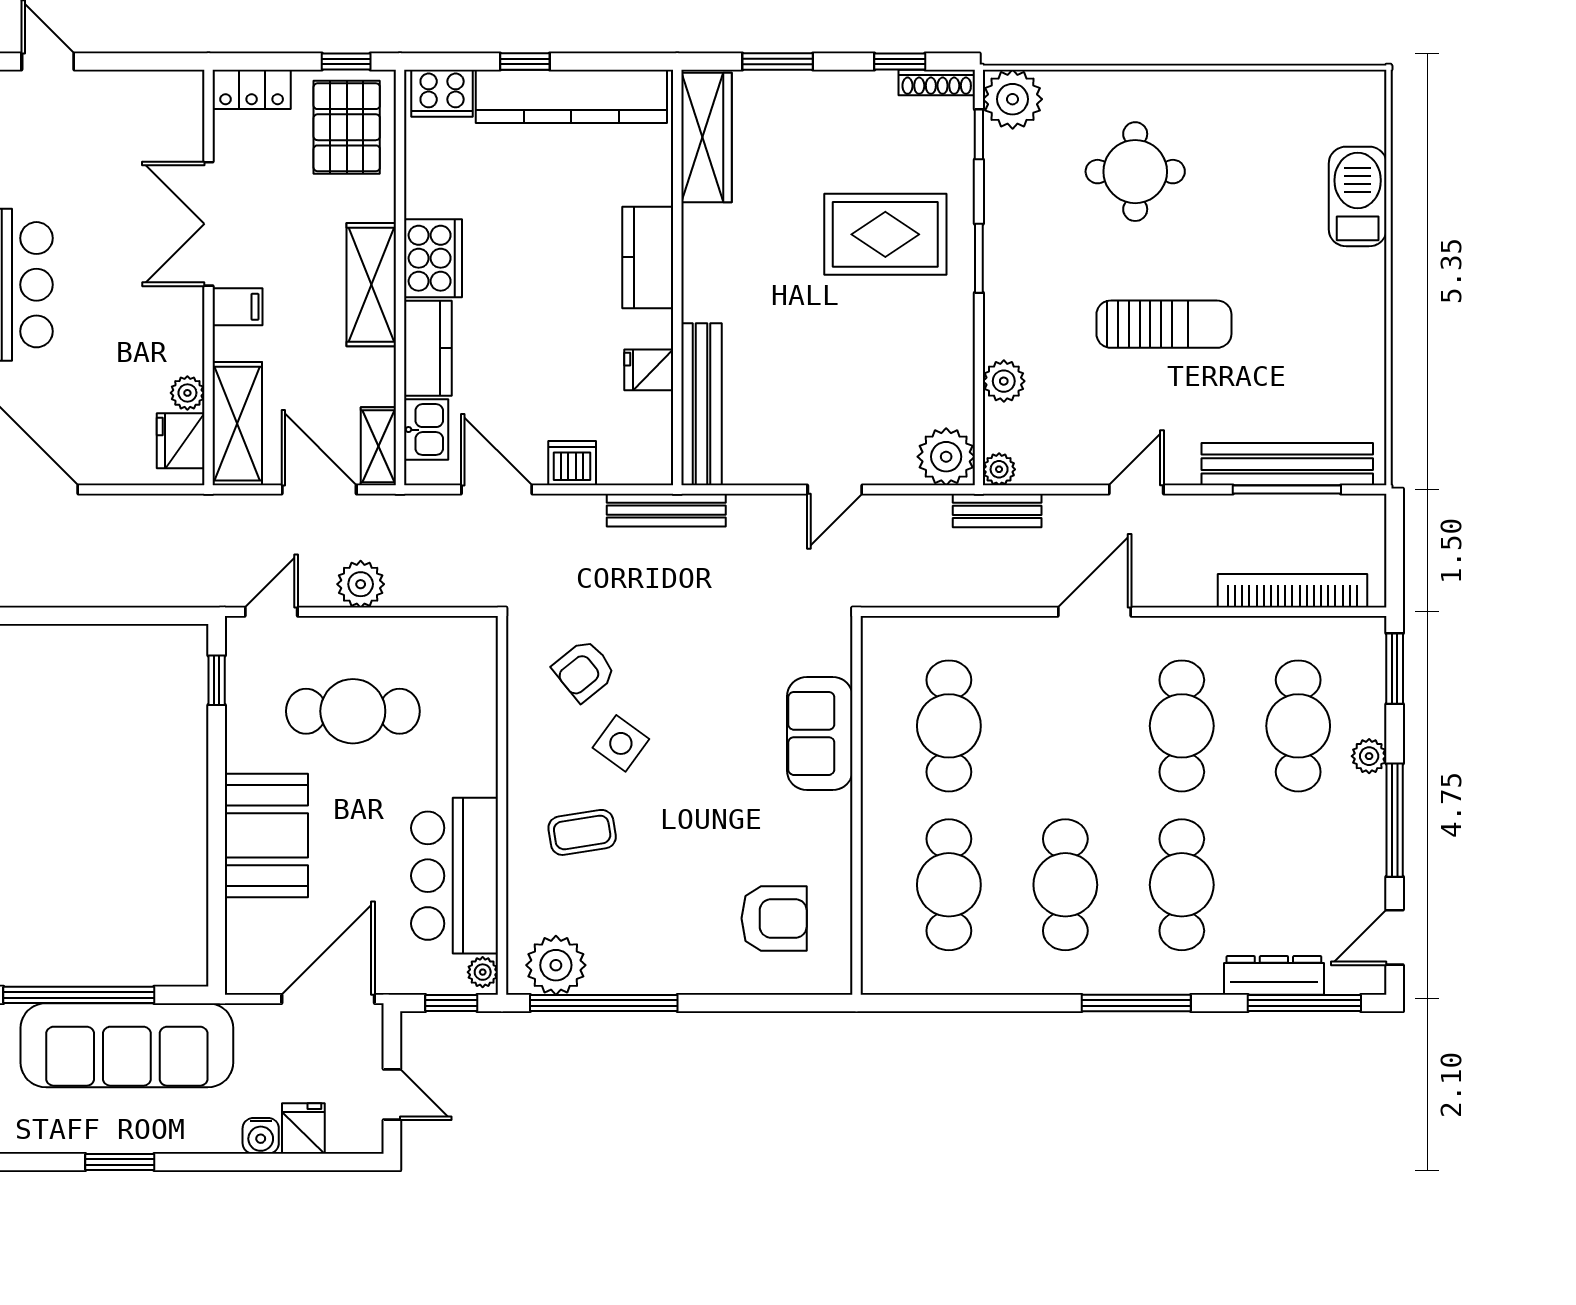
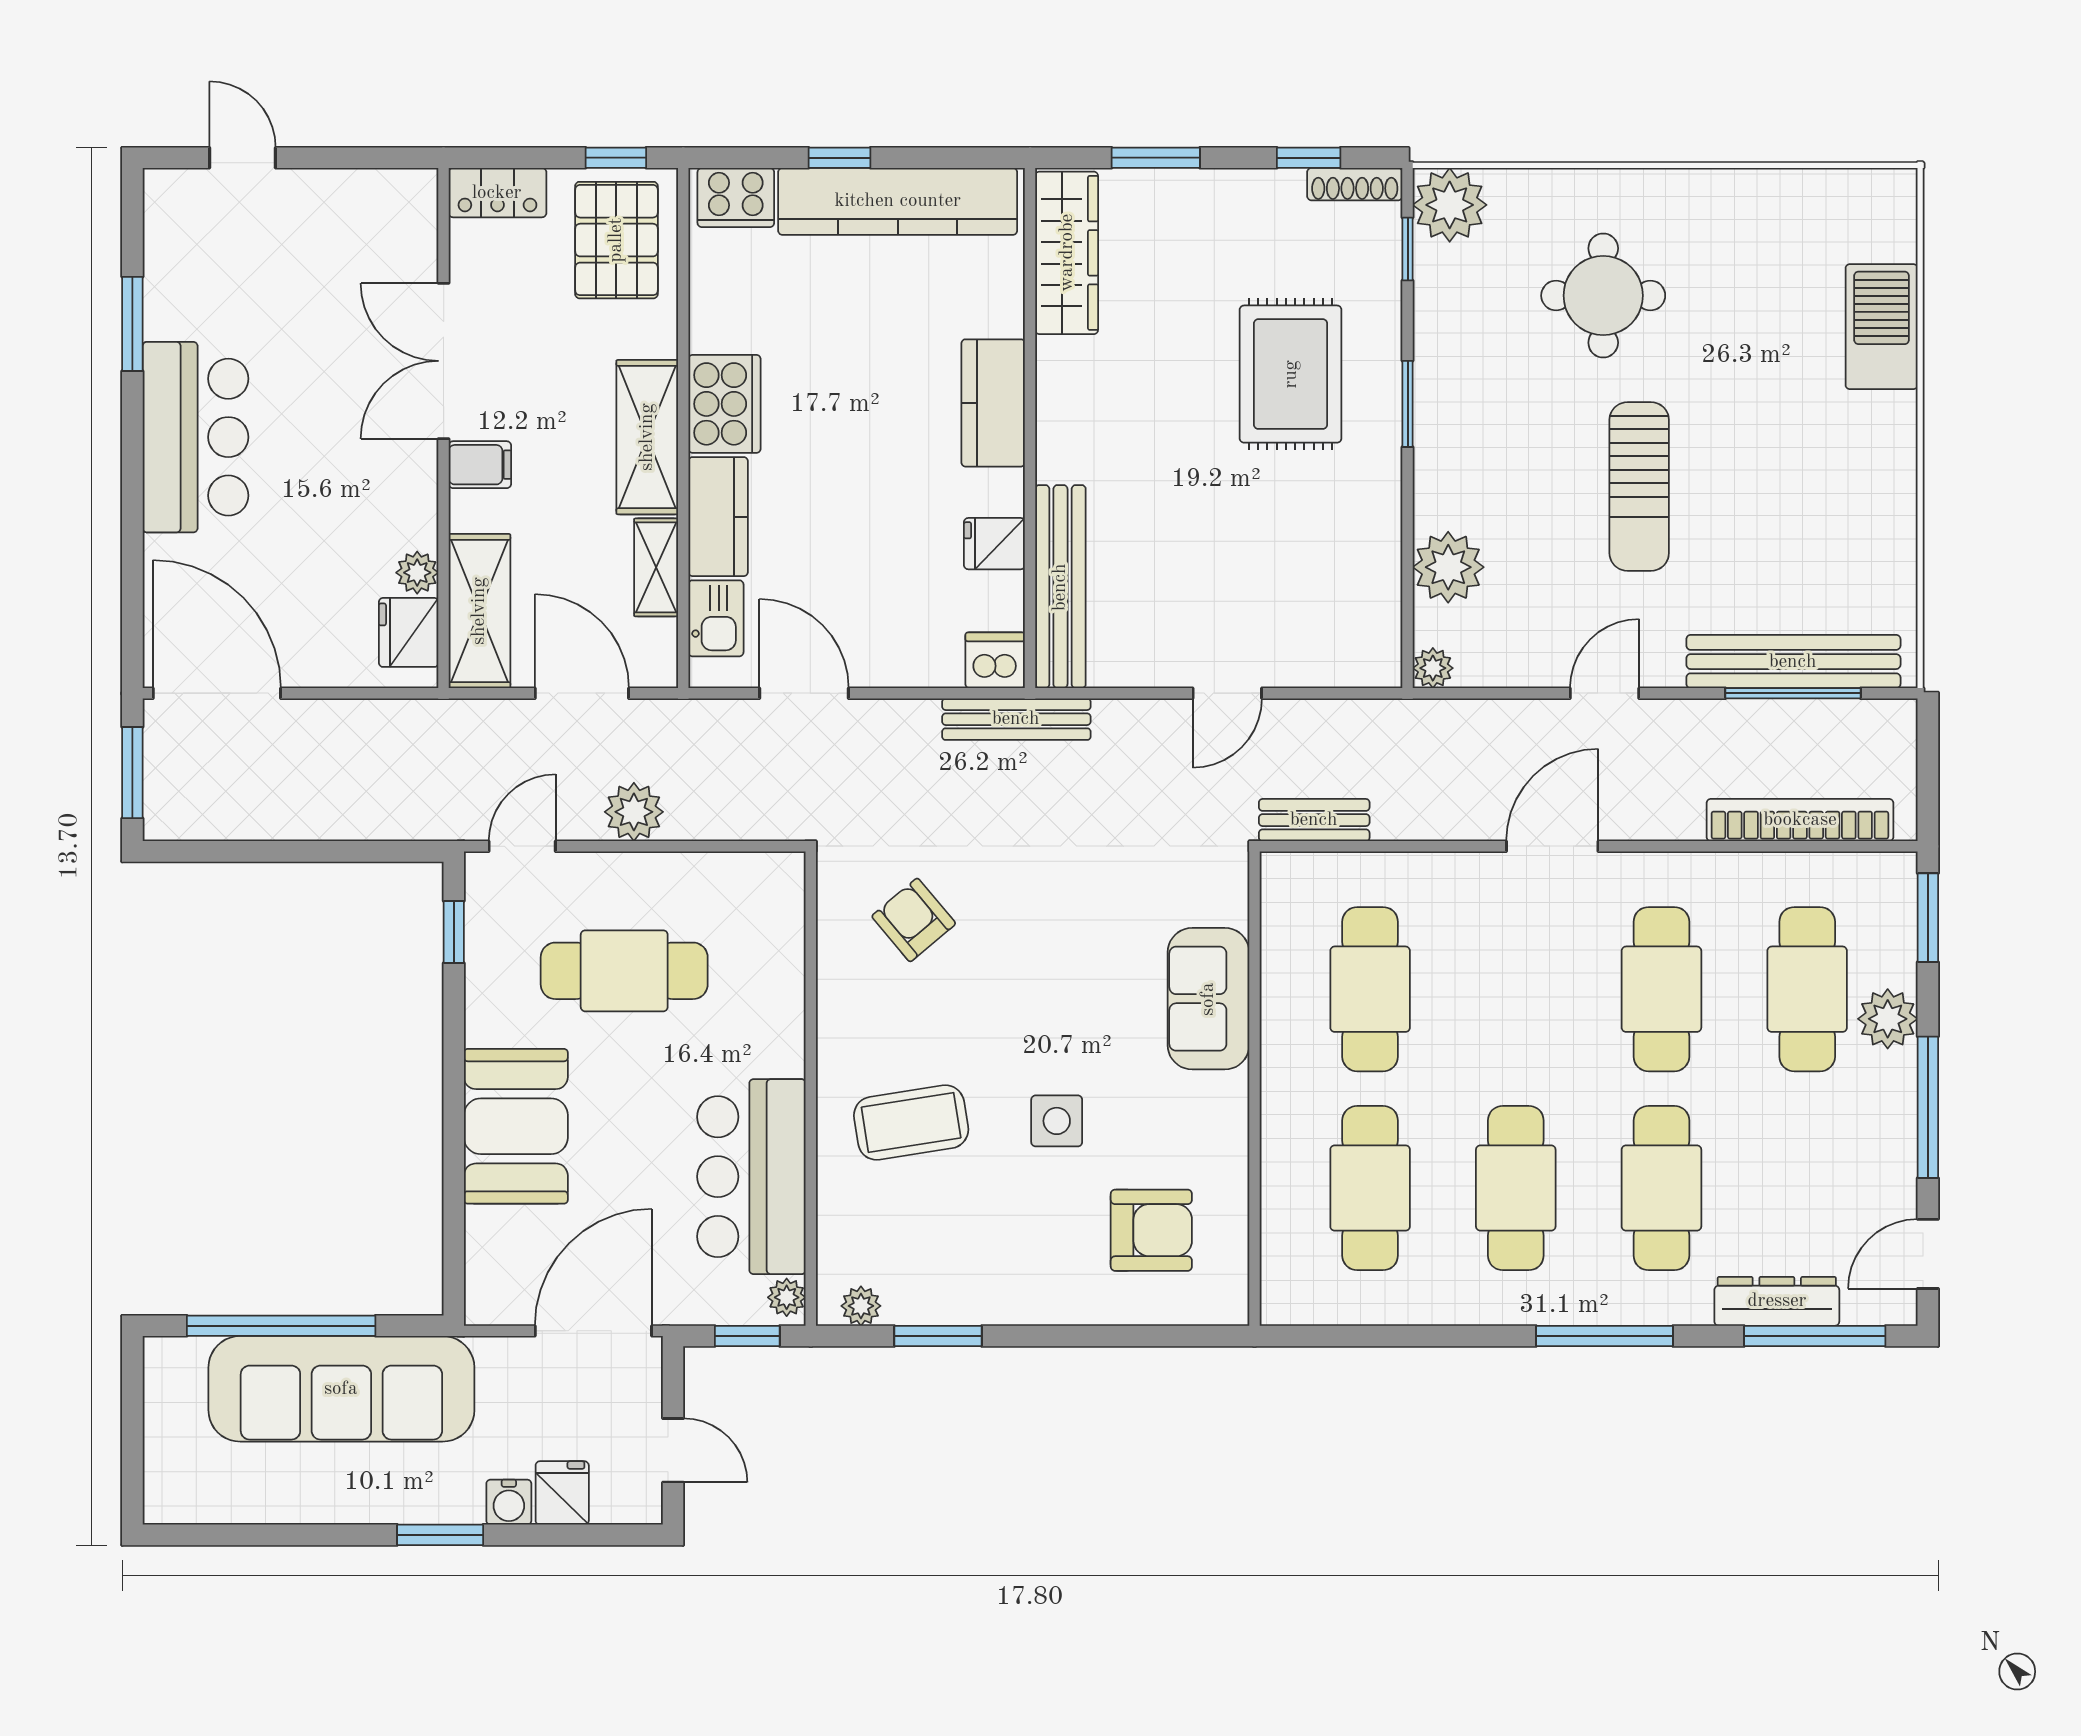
rug: (885, 234) -> (1291, 374), turned 90
sun lounger: (1164, 324) -> (1639, 486), turned 90
plant: (1004, 381) -> (1448, 567), width x1.36, depth x1.36
shelving: (378, 446) -> (656, 567), moved
plant: (946, 457) -> (1367, 652), removed
dishwasher: (572, 463) -> (995, 660), moved
bench: (997, 510) -> (1314, 820), moved
armchair: (584, 671) -> (914, 920), turned 89
side table: (621, 743) -> (1057, 1121), moved, turned -36
plant: (1369, 756) -> (1888, 1019), width x1.38, depth x1.38
coffee table: (582, 832) -> (911, 1123), width x1.36, depth x1.30
plant: (556, 965) -> (861, 1306), width x0.53, depth x0.53
window: (604, 1003) -> (938, 1336), width x0.47
window: (120, 1162) -> (440, 1535), moved

